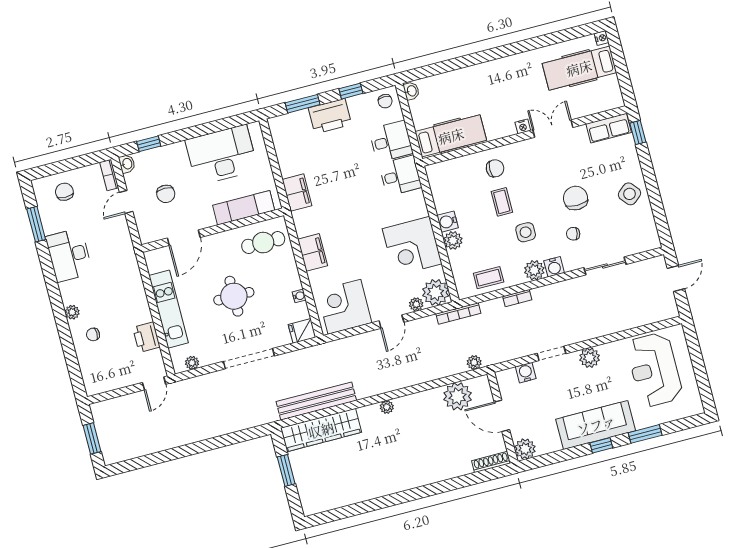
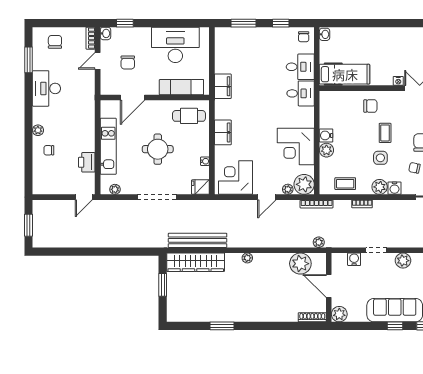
printer: (330, 116) -> (261, 37), removed
coffee table: (502, 202) -> (385, 133), moved
window: (377, 504) -> (222, 326), added

